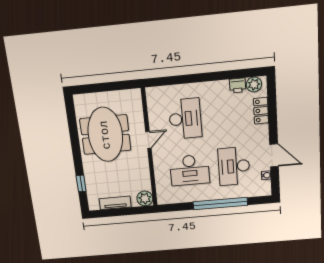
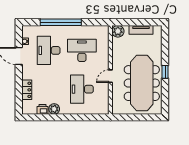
plant: (254, 84) -> (54, 109), moved
meeting table: (105, 135) -> (142, 83), width x1.36
desk: (234, 166) -> (49, 50), turned 180
window: (81, 183) -> (165, 72), moved

